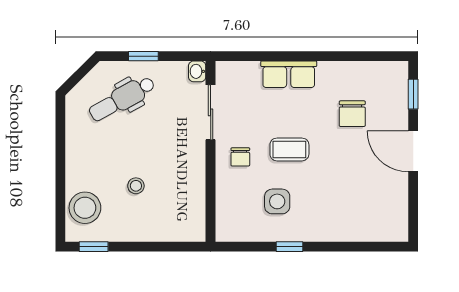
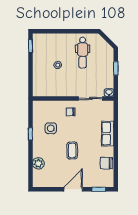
dental chair: (122, 99) -> (83, 53), moved, turned -151
chair: (352, 114) -> (106, 163), moved
coffee table: (289, 149) -> (72, 151), moved
stool: (85, 208) -> (48, 42), removed
plant: (355, 229) -> (38, 163), added

